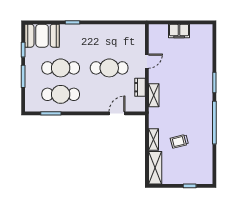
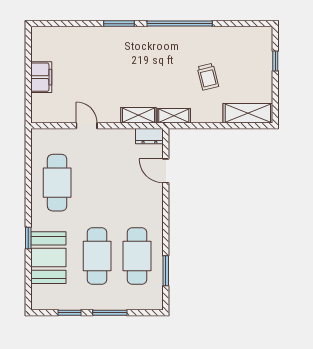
booth: (42, 36) -> (48, 258), moved
cafe table: (109, 68) -> (57, 183), moved
dresser: (140, 87) -> (149, 136), moved
shelving: (153, 139) -> (174, 116), moved

